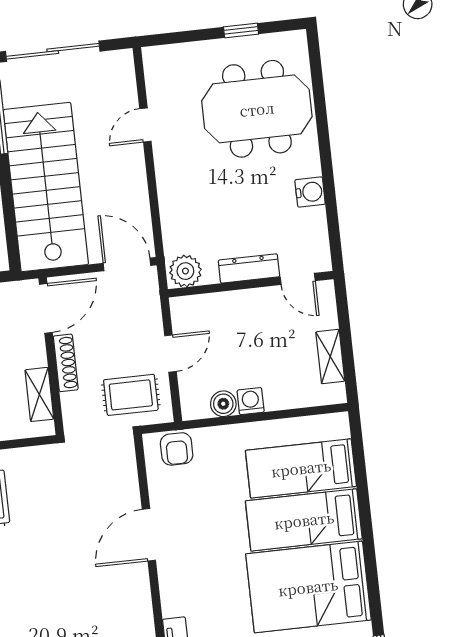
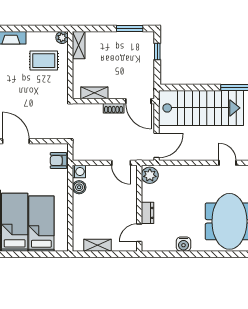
dresser: (249, 268) -> (148, 213), width x0.70
door: (171, 354) -> (121, 163), moved
shoe rack: (66, 363) -> (114, 108), width x0.70
rug: (131, 395) -> (89, 140), removed
washing machine: (251, 401) -> (79, 171), moved

